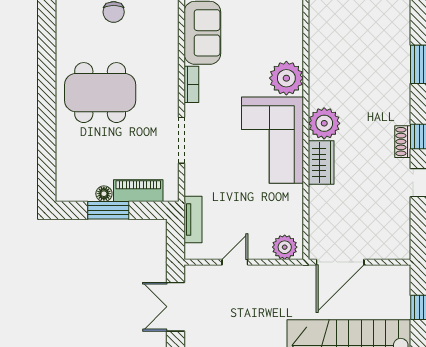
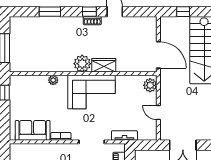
plant: (286, 78) -> (53, 80), width x0.53, depth x0.53
tv unit: (193, 219) -> (124, 136), moved

